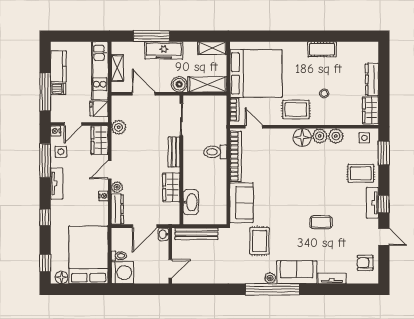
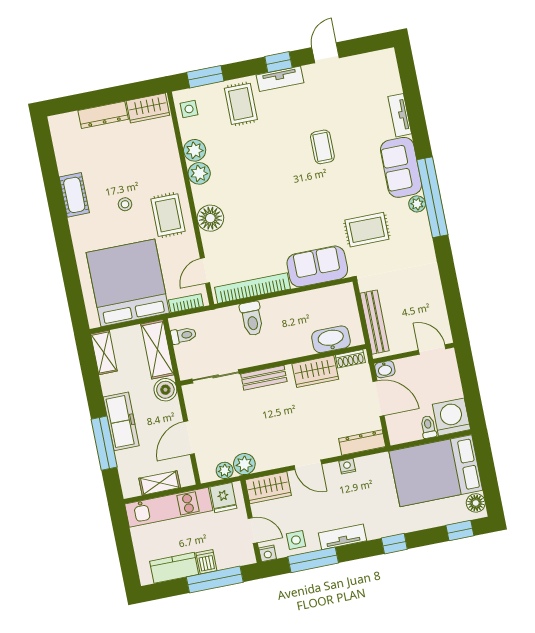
stool: (324, 93) -> (125, 204), moved
toilet: (213, 104) -> (183, 335), added
floor lamp: (302, 137) -> (210, 218), moved
plant: (117, 187) -> (225, 470), moved
shoe rack: (175, 213) -> (350, 359), added
armchair: (365, 263) -> (368, 72), removed

